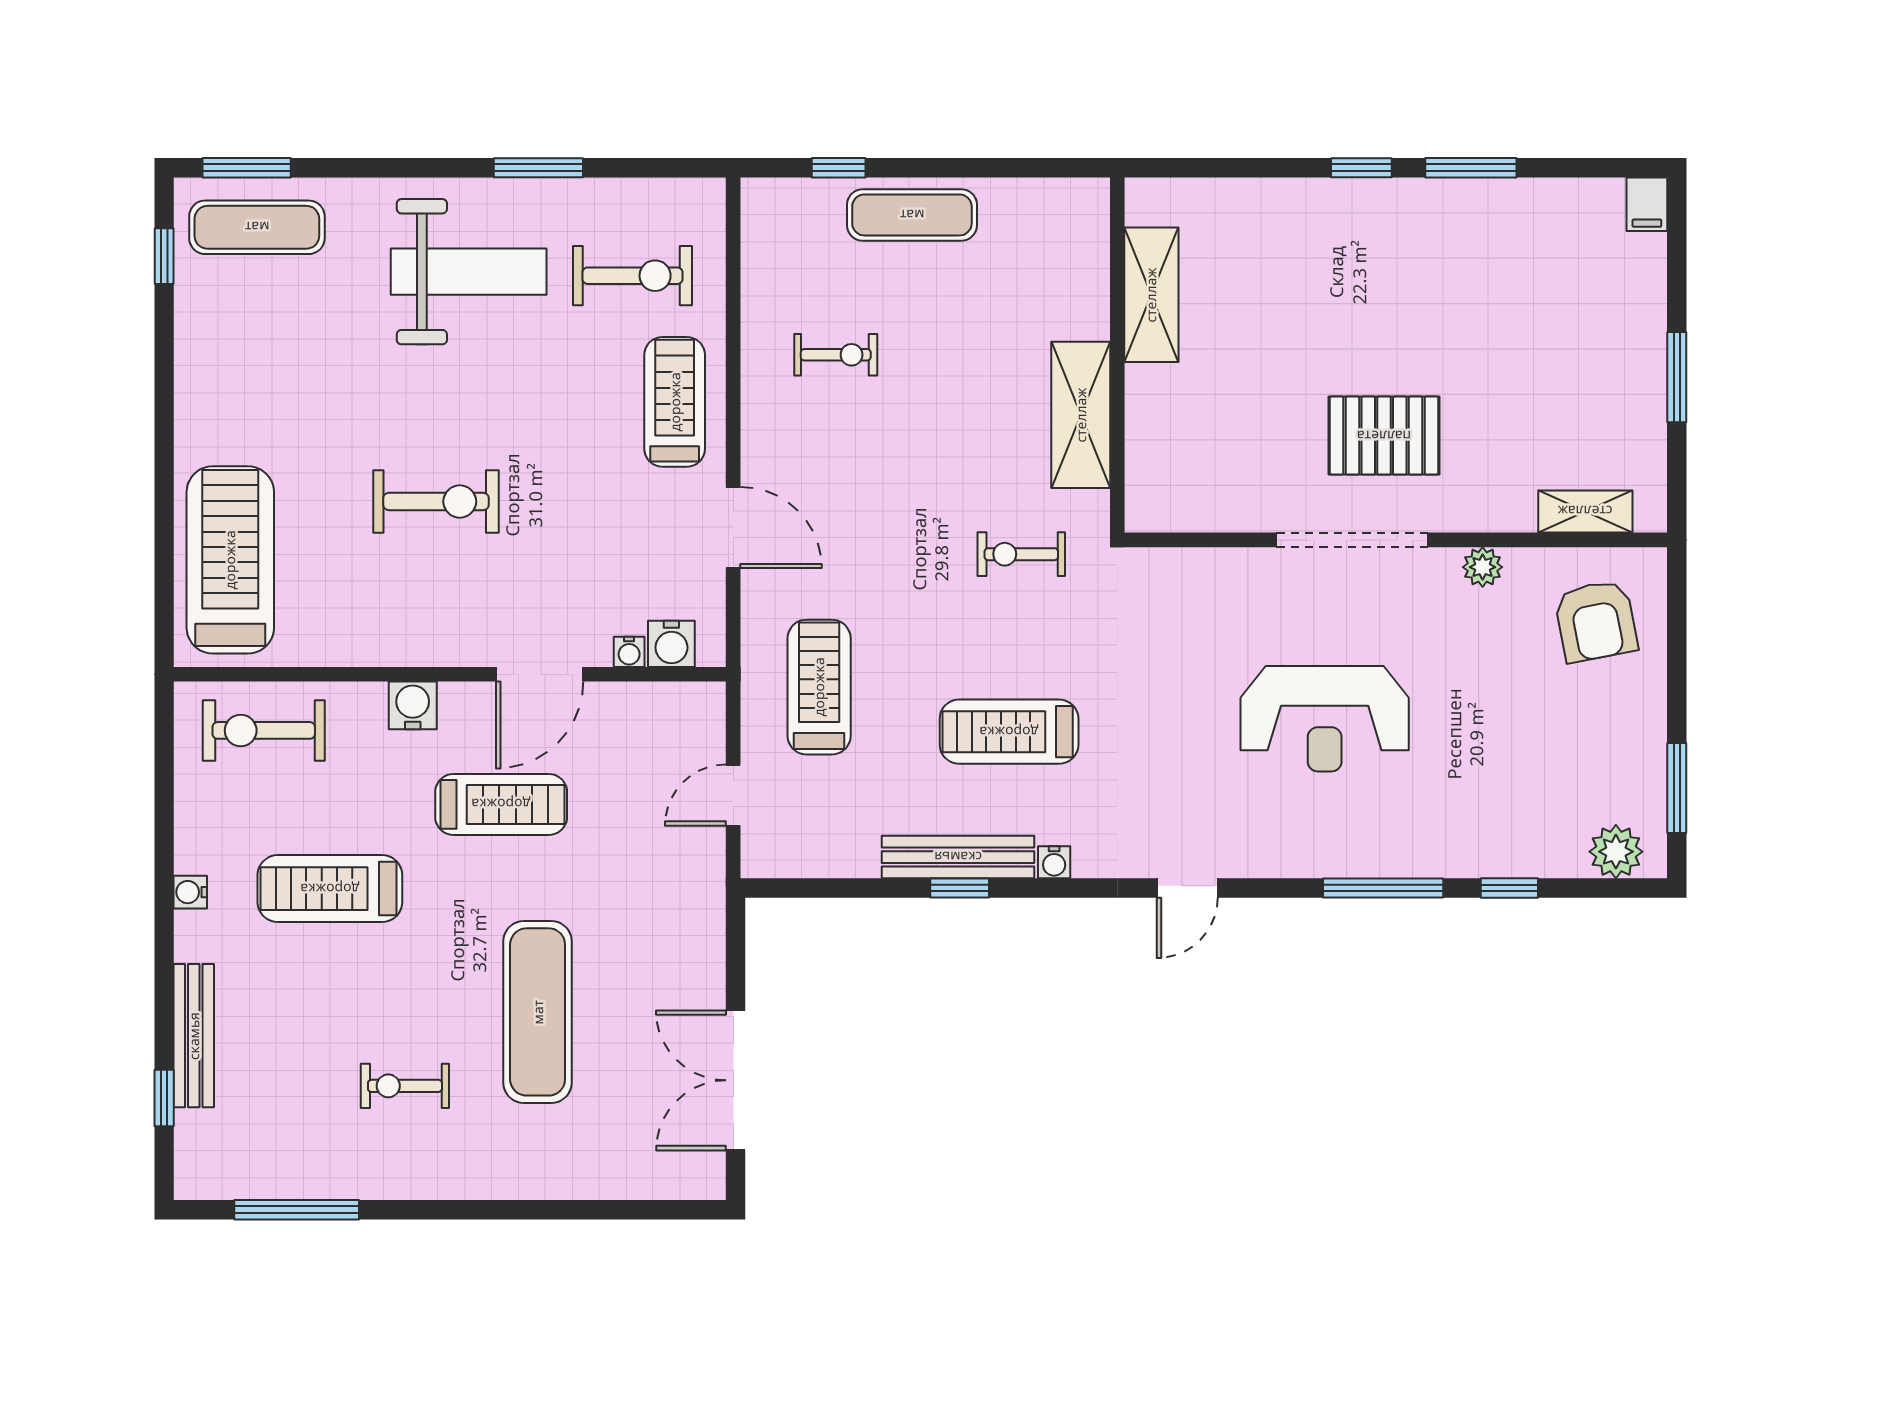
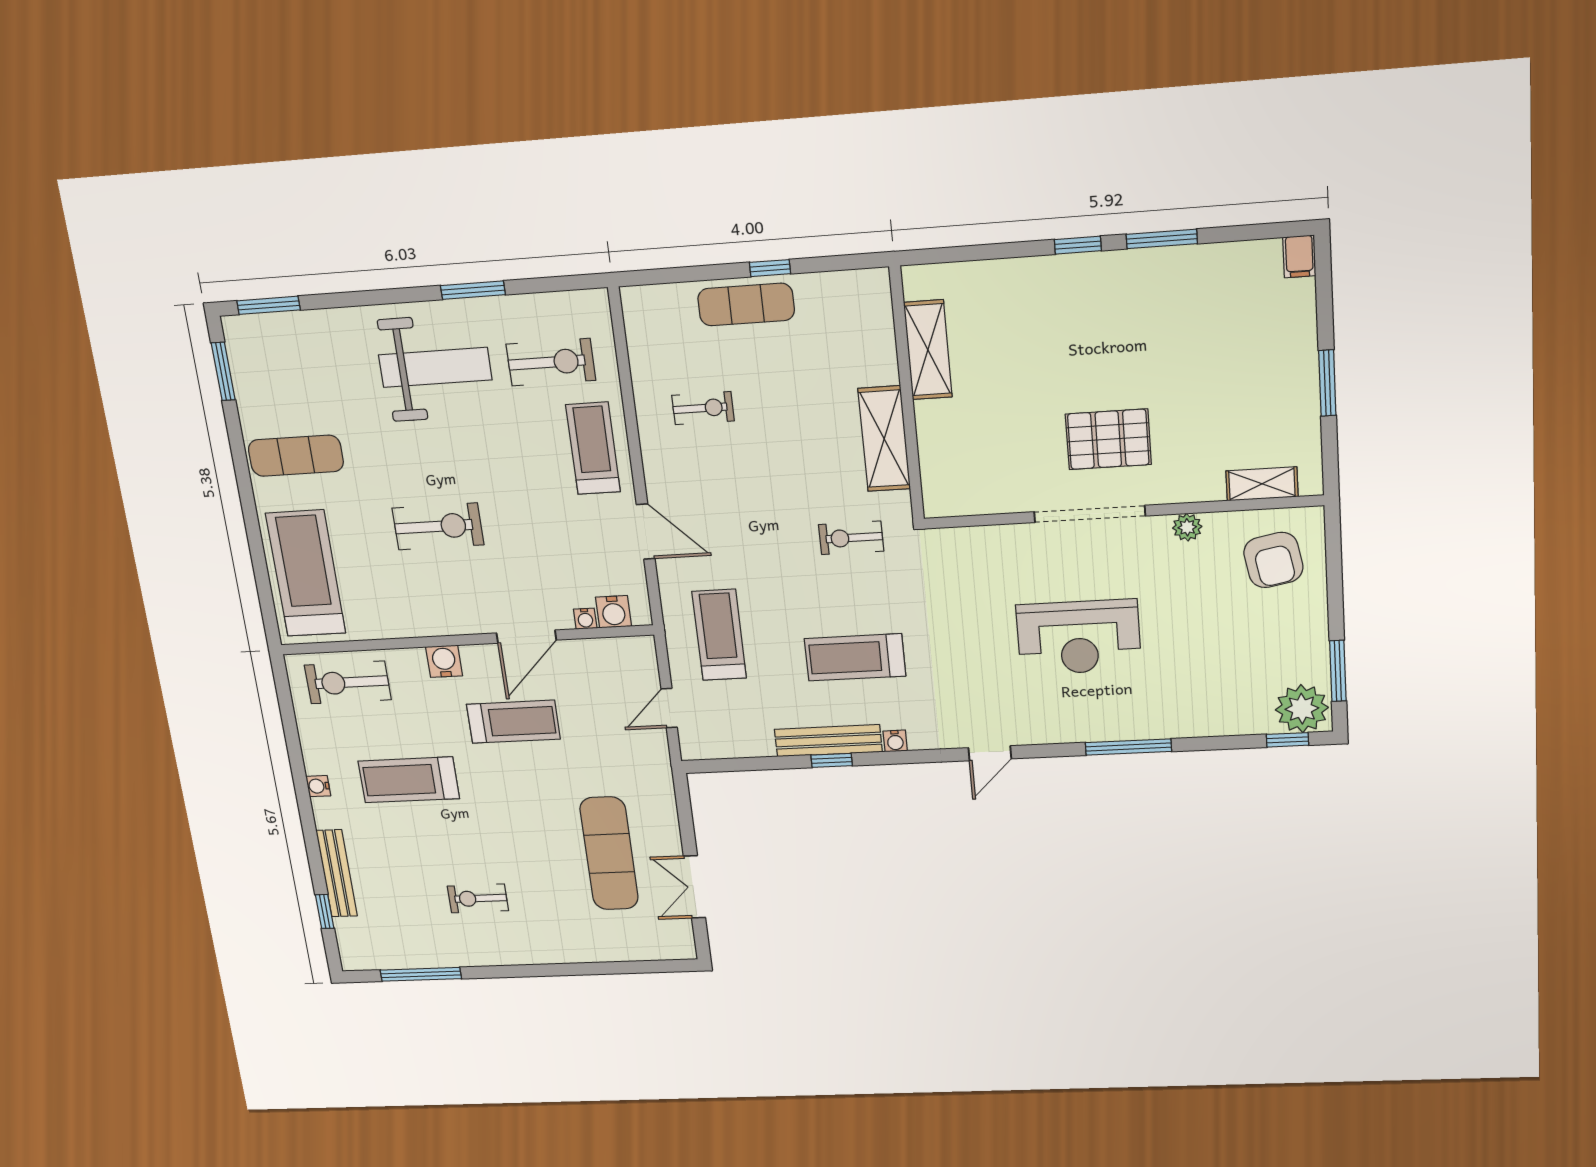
window: (839, 168) -> (770, 268), moved
exercise mat: (257, 227) -> (296, 456), moved
window: (164, 256) -> (223, 371), width x1.50
plant: (1616, 852) -> (1302, 709), width x1.36, depth x1.36
window: (1509, 888) -> (1287, 740), moved
exercise mat: (538, 1012) -> (609, 853), moved
double door: (736, 1080) -> (694, 887), width x0.73

